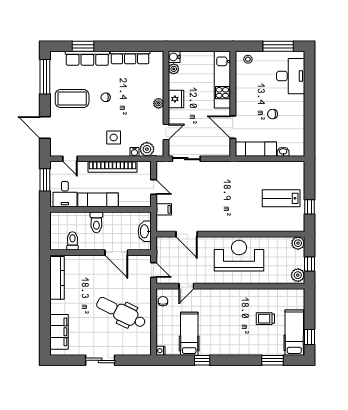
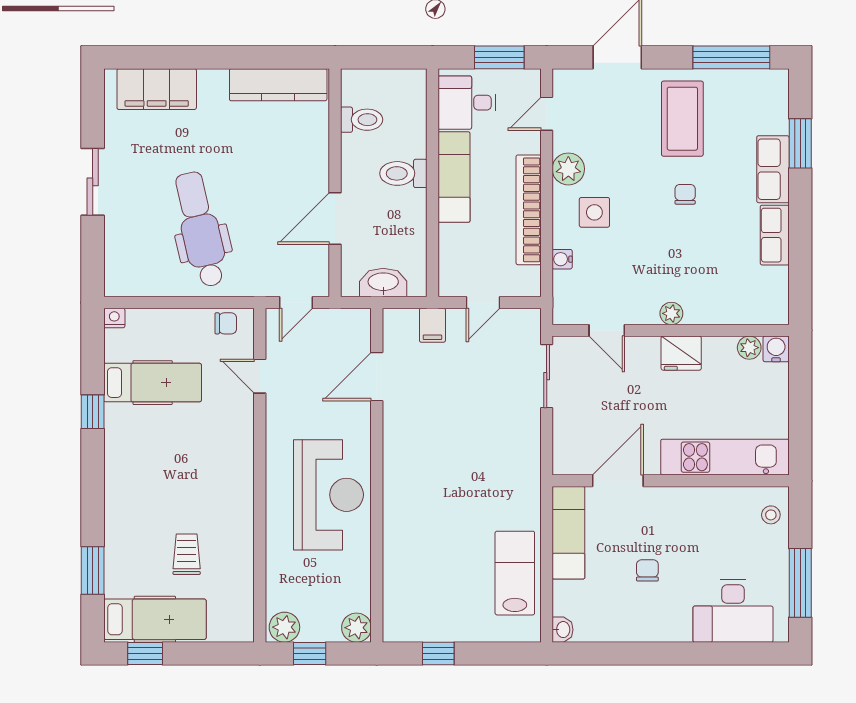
row of seats: (87, 58) -> (773, 169), width x0.68
row of seats: (130, 58) -> (775, 235), width x0.68
plant: (147, 149) -> (568, 169), moved
washbasin: (283, 152) -> (563, 630), moved
lab bench: (281, 198) -> (515, 573), moved
dental chair: (121, 313) -> (200, 229), turned -39

